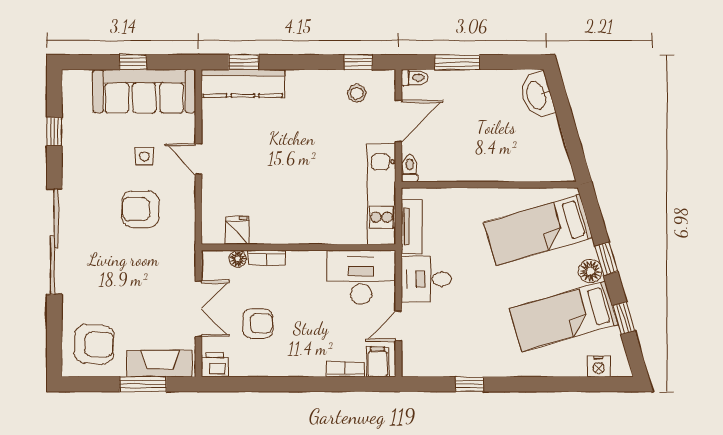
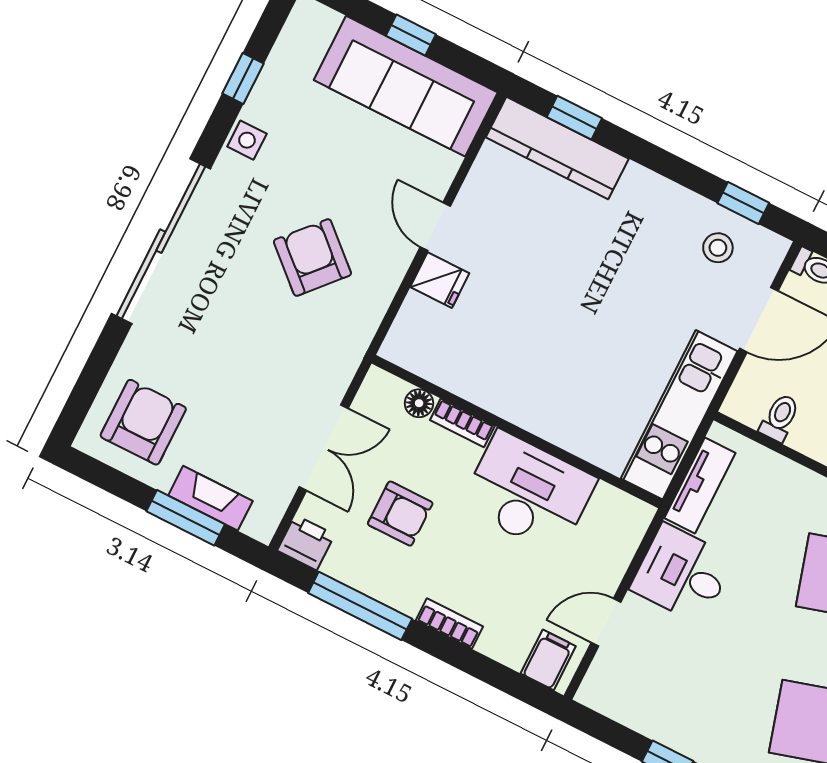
side table: (144, 156) -> (247, 140), moved
toilet: (410, 168) -> (780, 418), moved
armchair: (141, 209) -> (312, 258), turned 42
fridge: (237, 230) -> (440, 280), moved, turned 90
desk: (361, 277) -> (528, 493), moved
armchair: (94, 344) -> (143, 422), turned -92
fireplace: (160, 364) -> (210, 498), width x0.73, depth x0.76
bookcase: (345, 369) -> (449, 624), moved
window: (261, 384) -> (360, 606), added

